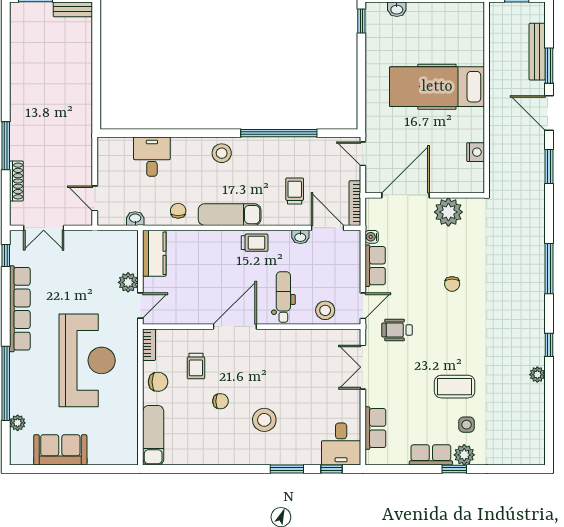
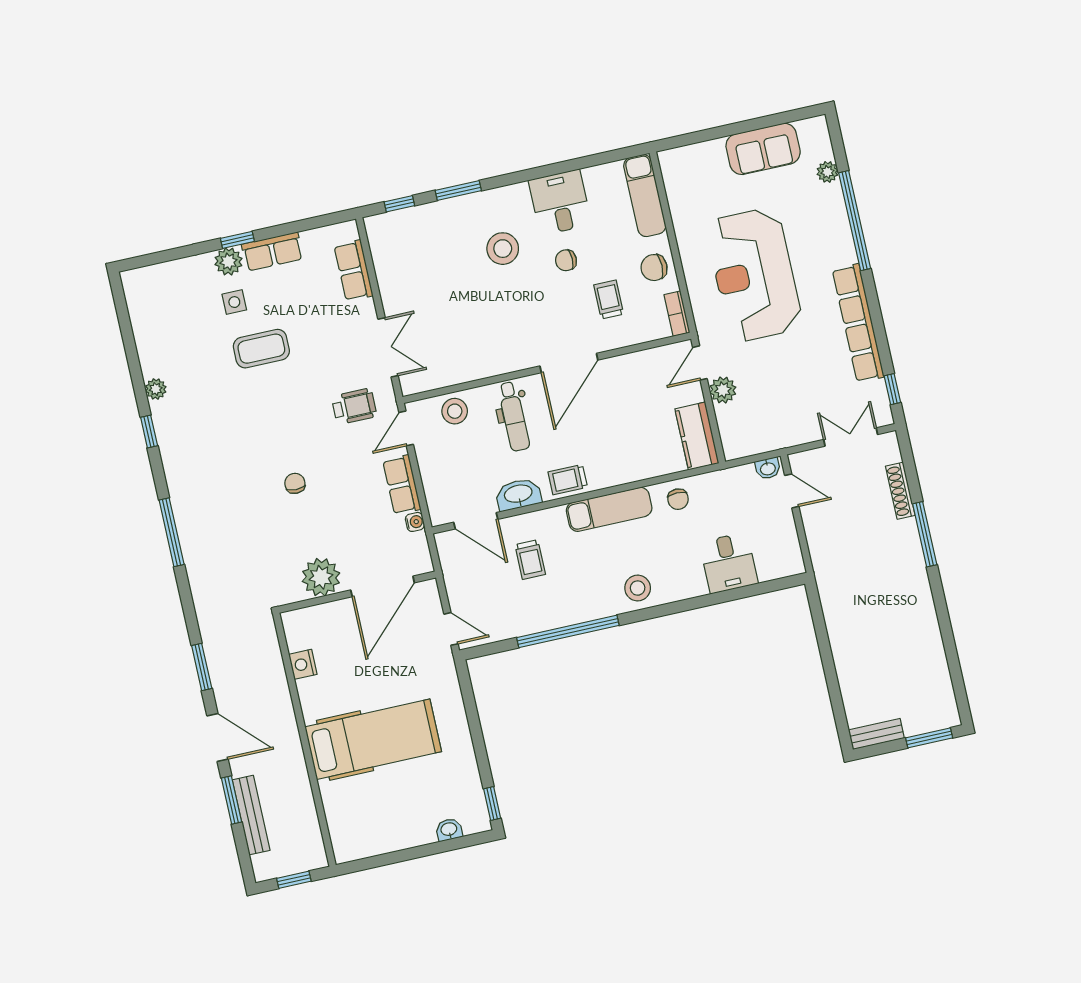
bookcase: (355, 203) -> (447, 562), removed
washbasin: (135, 219) -> (768, 468), moved
washbasin: (300, 237) -> (518, 494), width x1.91, depth x1.45
desk: (341, 444) -> (560, 202), moved

